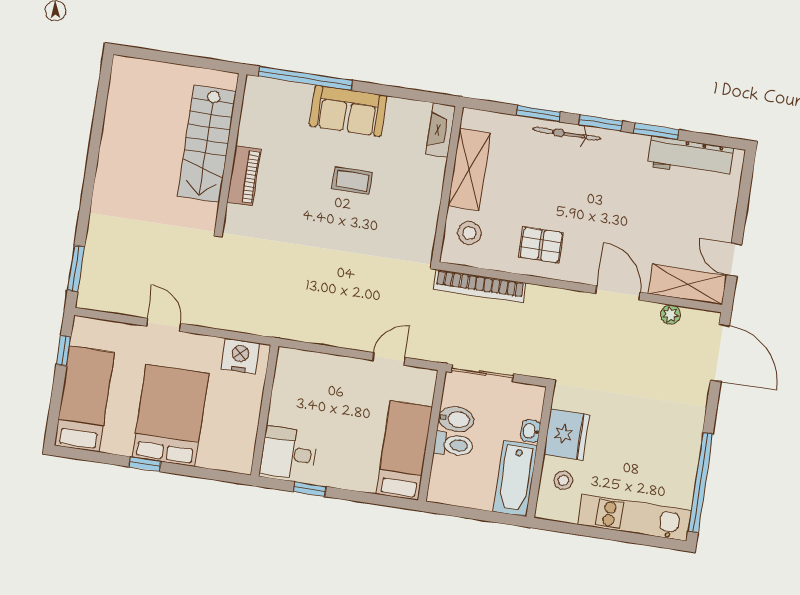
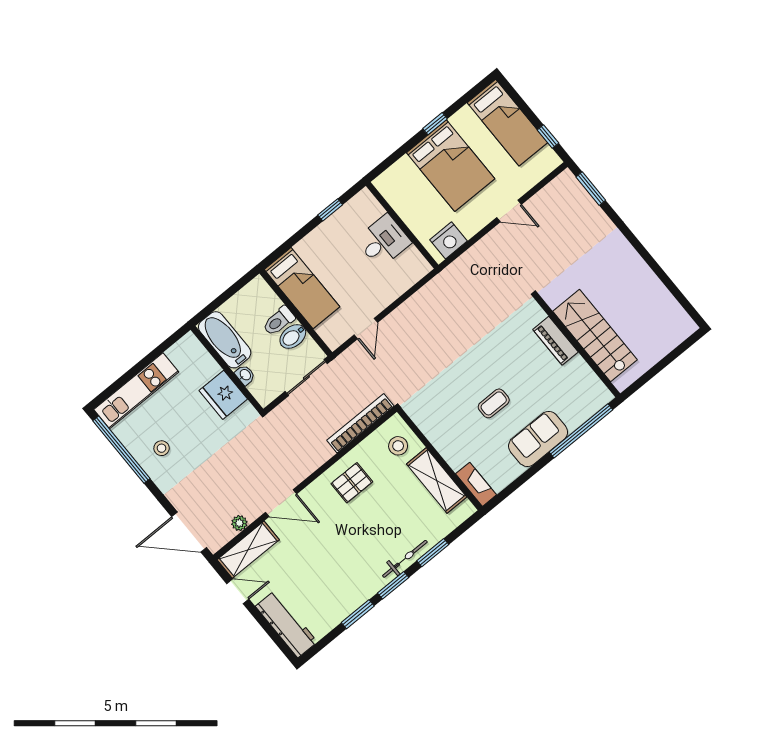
workbench: (690, 157) -> (286, 624), moved, turned 90
desk: (289, 453) -> (383, 241), moved
stool: (563, 480) -> (162, 448), moved

